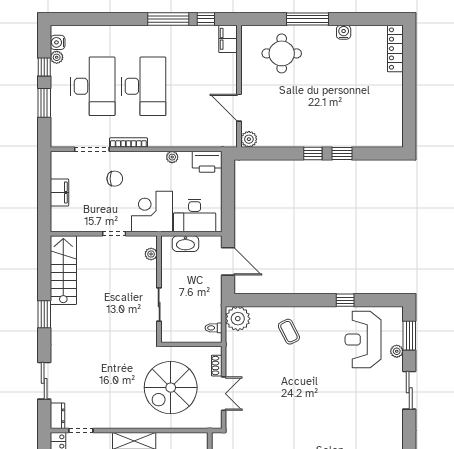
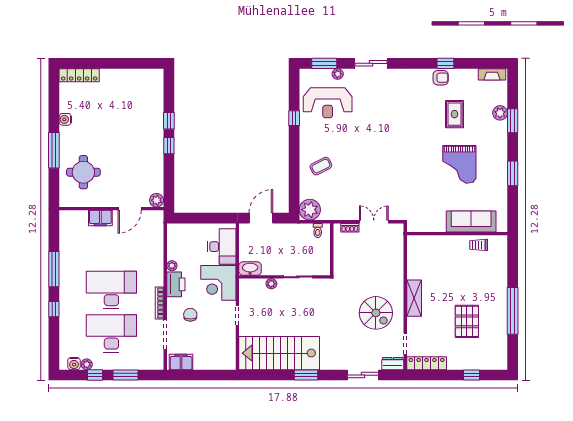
window: (206, 19) -> (54, 309), moved
filing cabinet: (228, 39) -> (100, 218), moved
printer: (207, 162) -> (176, 284), moved
filing cabinet: (59, 192) -> (181, 362), moved
washbasin: (185, 244) -> (250, 268), moved, turned -90
plant: (151, 254) -> (271, 284), moved
stairs: (63, 270) -> (279, 353), width x1.36, depth x1.51
spiral stairs: (171, 388) -> (376, 313), moved, width x0.73, depth x0.73

